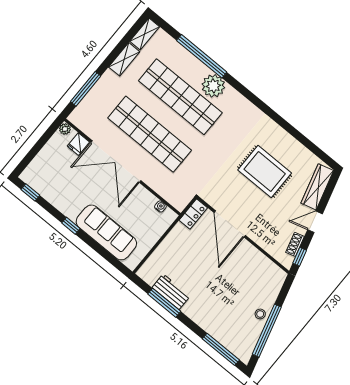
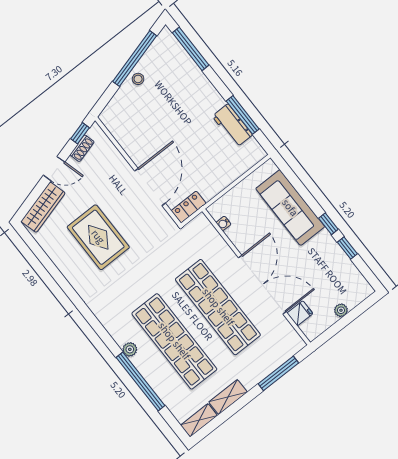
plant: (213, 86) -> (130, 349), width x0.53, depth x0.53
plant: (65, 129) -> (341, 310), moved
window: (30, 192) -> (347, 248), moved

